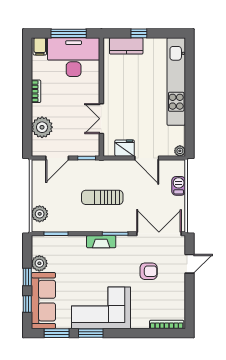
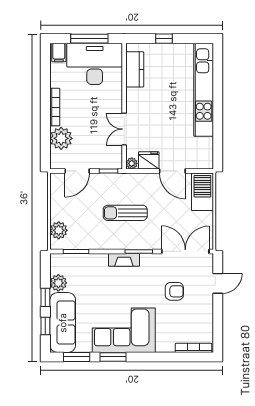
kitchen counter: (126, 46) -> (135, 69), moved, turned -90
bookcase: (36, 91) -> (55, 107), width x1.56
plant: (180, 151) -> (132, 163), moved
barbecue: (179, 186) -> (202, 192), width x1.88, depth x1.53

